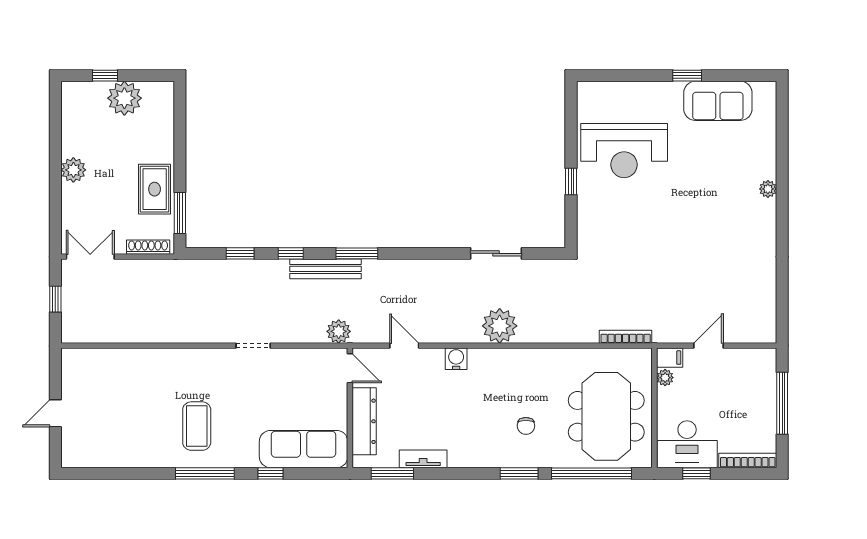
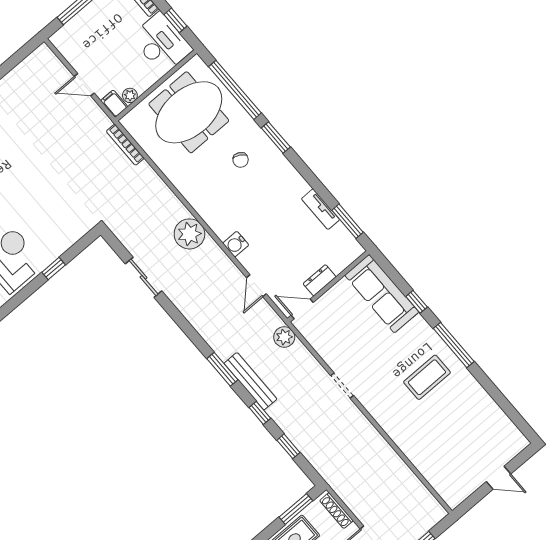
door: (350, 368) -> (302, 309), hinge flipped
dresser: (364, 421) -> (320, 280), width x0.51, depth x0.80
chair: (526, 426) -> (241, 160), turned 119

